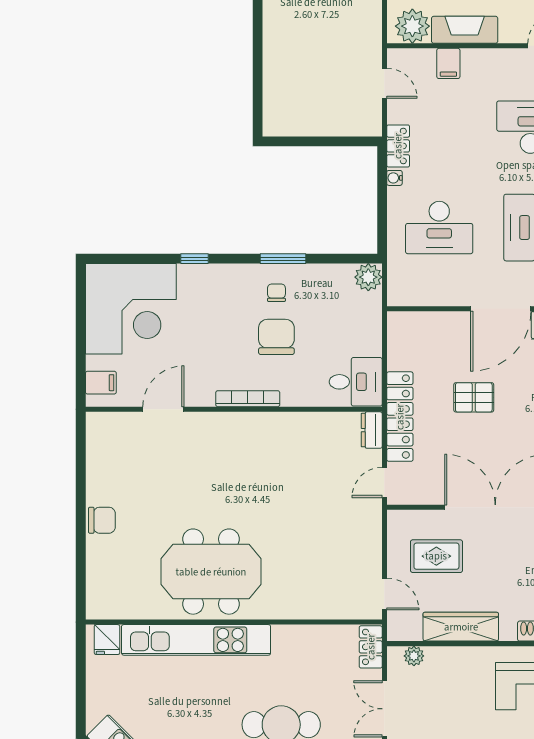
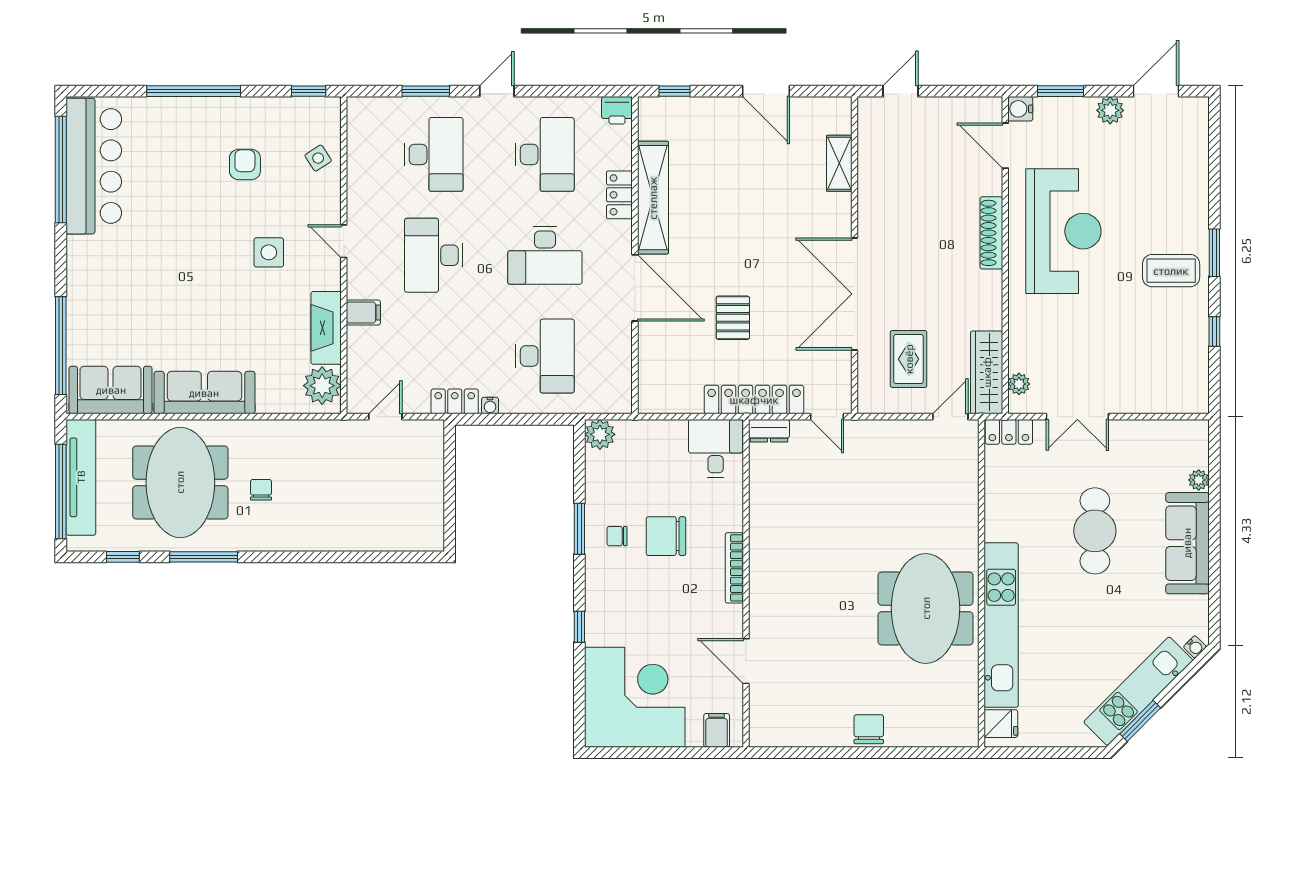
filing cabinet: (448, 63) -> (363, 313), moved
wardrobe: (461, 627) -> (987, 372), moved

